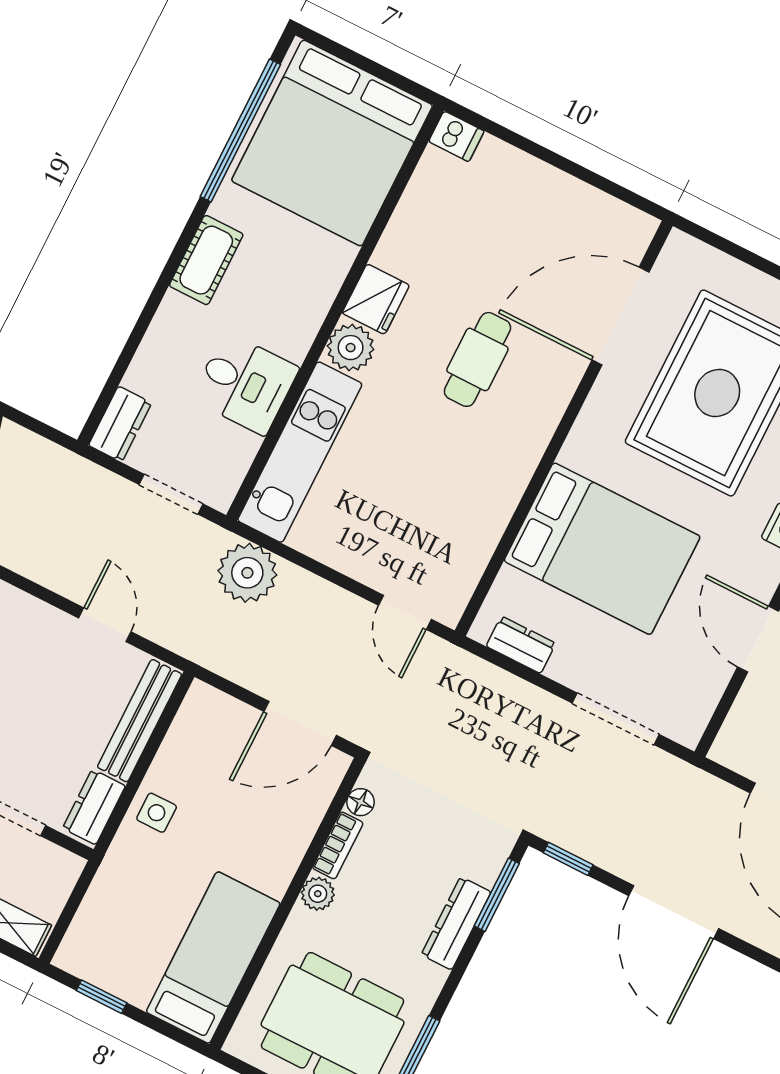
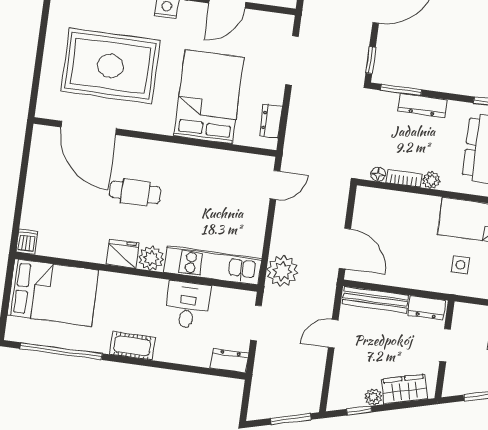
bed: (332, 143) -> (53, 293), width x0.73
door: (300, 723) -> (345, 249), moved
side table: (157, 813) -> (460, 265), moved

